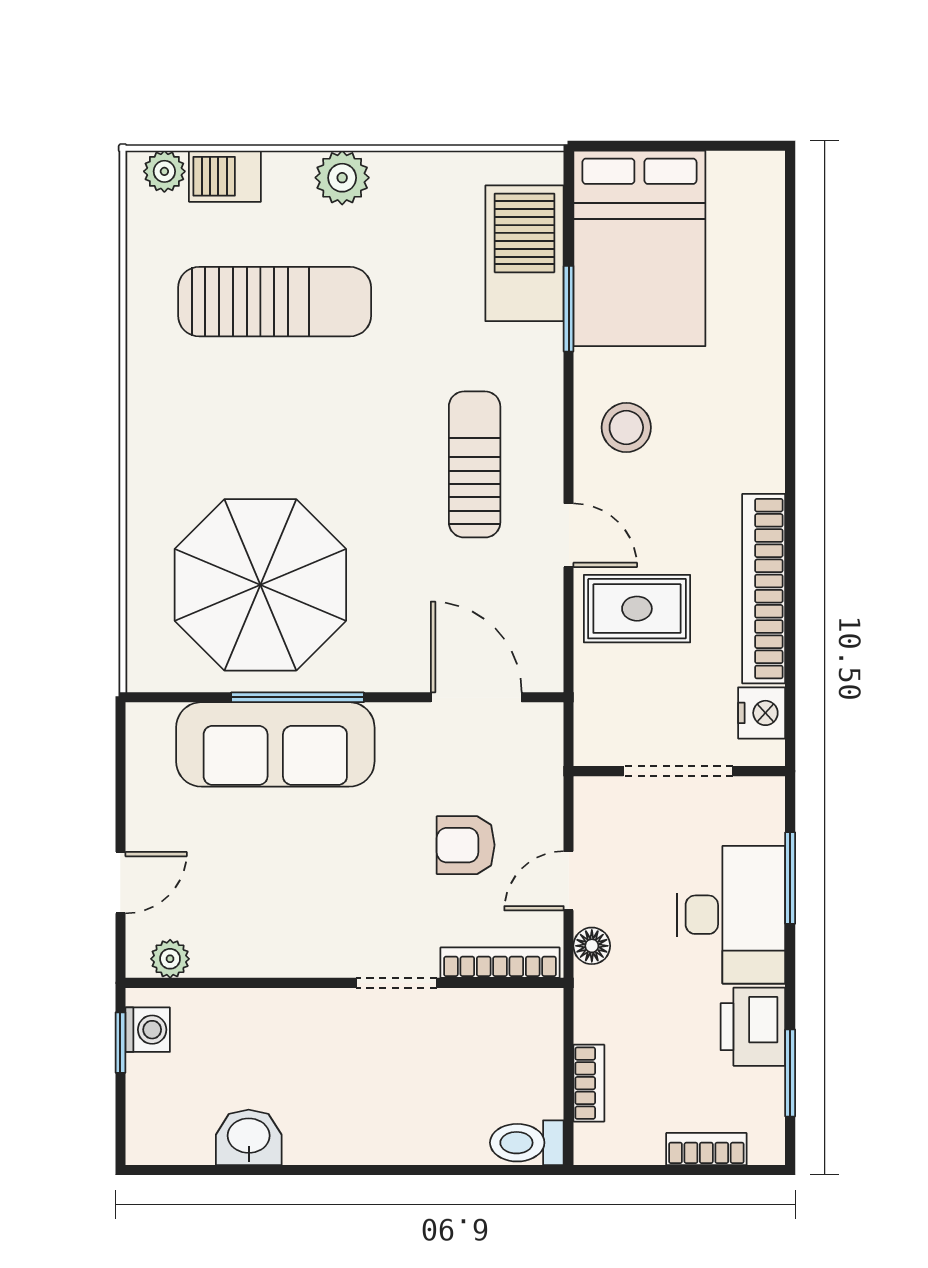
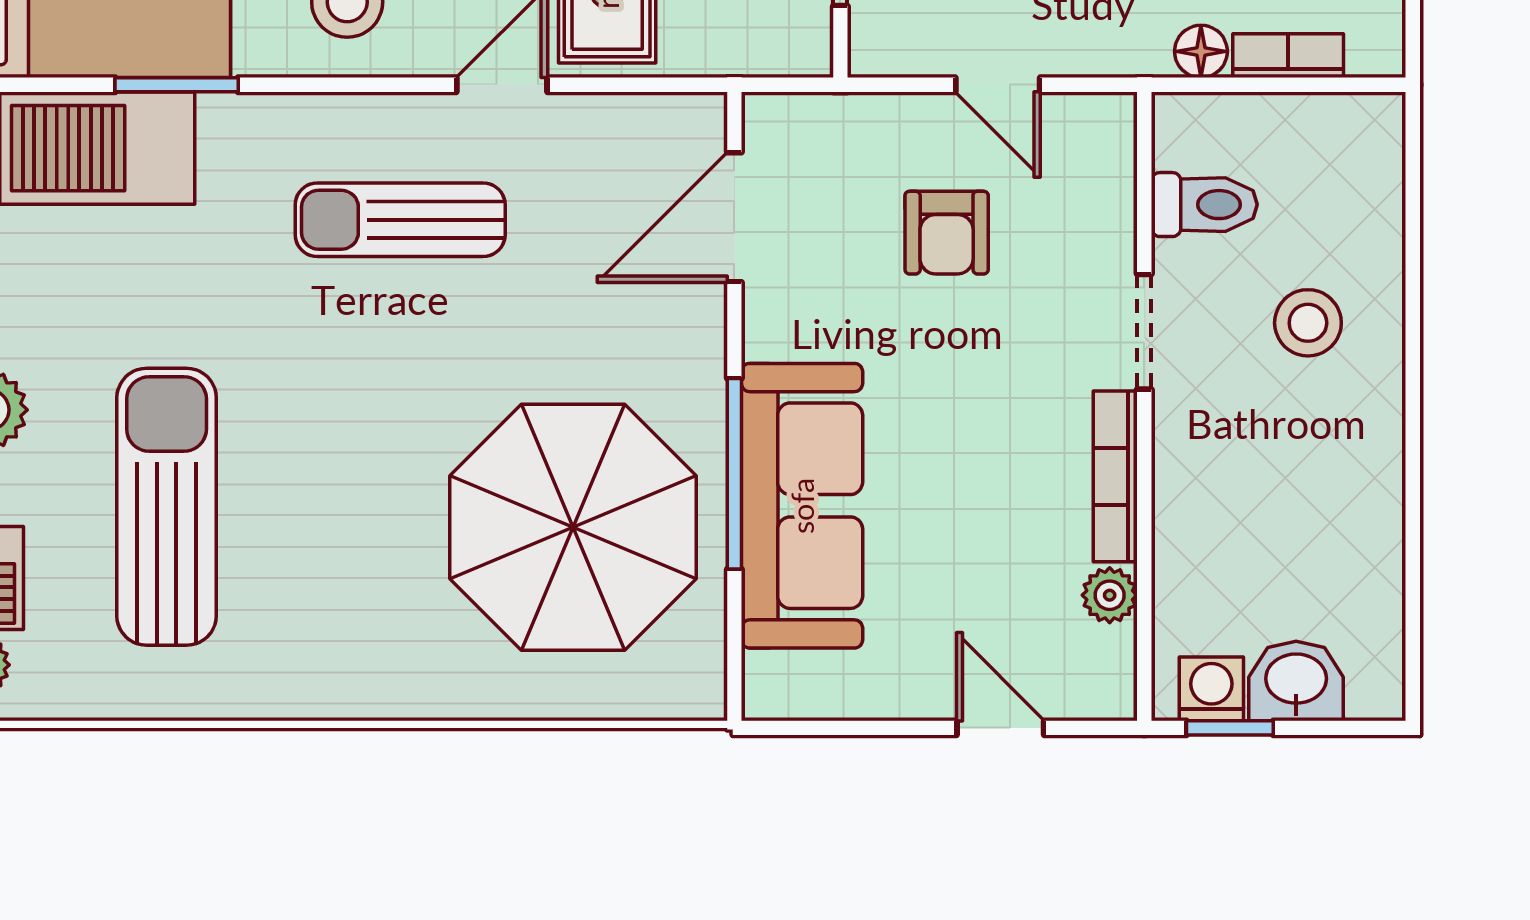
floor lamp: (592, 946) -> (1201, 51), moved
plant: (170, 959) -> (1110, 595), moved
bookcase: (500, 963) -> (1115, 476), moved
stool: (403, 1097) -> (1308, 323), added
washbasin: (249, 1137) -> (1296, 681), moved, turned 90
toilet: (527, 1143) -> (1204, 205), moved, turned -90

